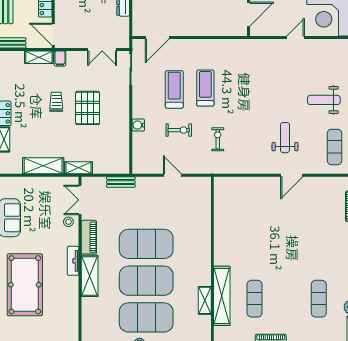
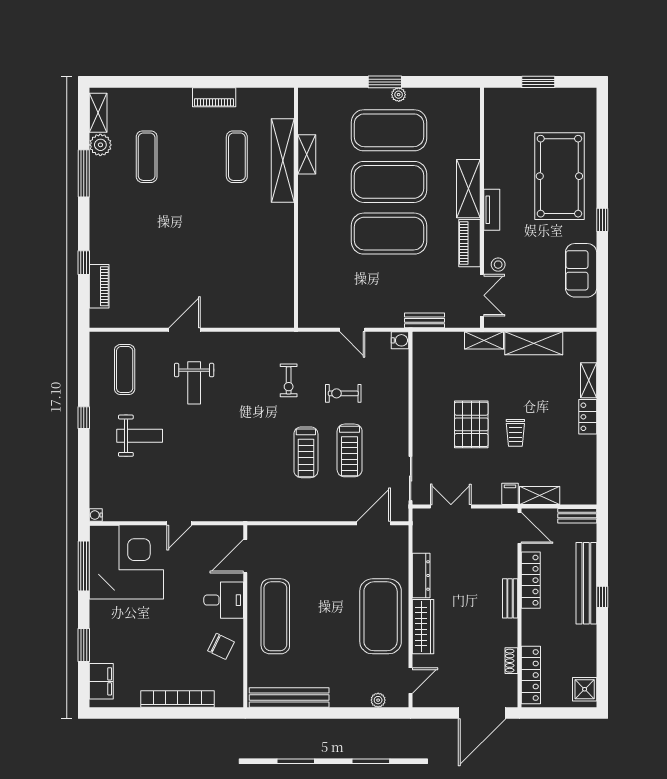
water cooler: (138, 125) -> (400, 340), moved

